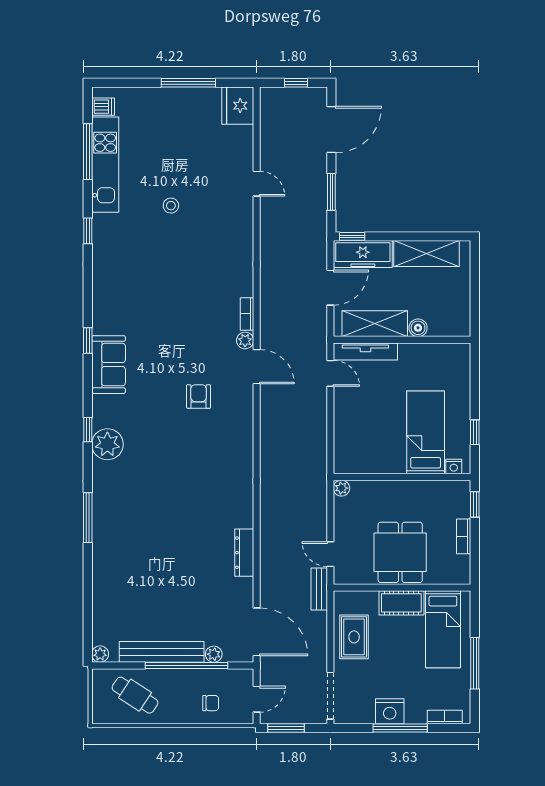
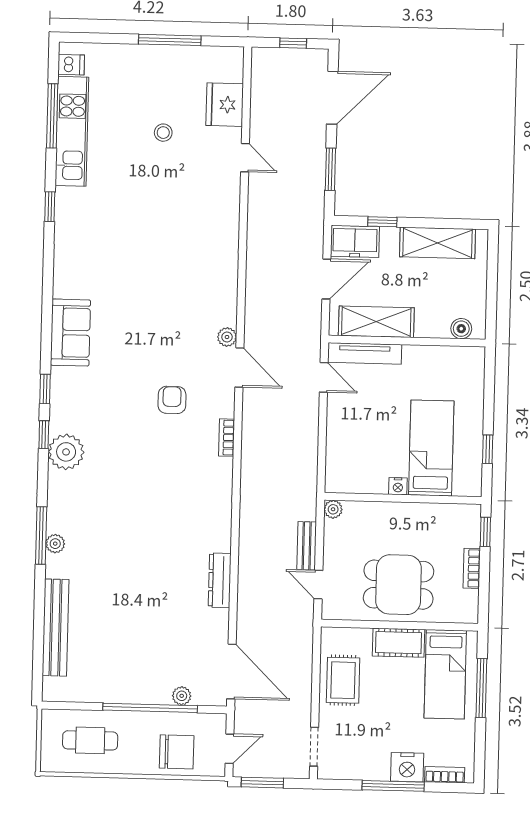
fridge: (238, 106) -> (225, 105), moved
stool: (171, 206) -> (163, 133), moved
window: (352, 236) -> (382, 222), moved
freezer: (363, 254) -> (355, 241), width x0.71
bookcase: (247, 314) -> (227, 438), moved
boiler: (418, 328) -> (461, 329), moved
window: (88, 340) -> (45, 389), moved
sofa: (109, 365) -> (70, 333), moved
nightstand: (454, 467) -> (398, 486), moved
dining table: (400, 552) -> (399, 585), turned 90
bench: (319, 589) -> (307, 546), moved
bench: (162, 652) -> (56, 628), moved, turned 90
plant: (100, 654) -> (55, 544), moved
window: (475, 663) -> (481, 688), moved
cafe table: (135, 695) -> (90, 740), turned -33
doorway: (330, 696) -> (314, 747), width x0.73
chair: (211, 703) -> (177, 752), width x1.87, depth x1.87
nightstand: (390, 711) -> (407, 767), moved

